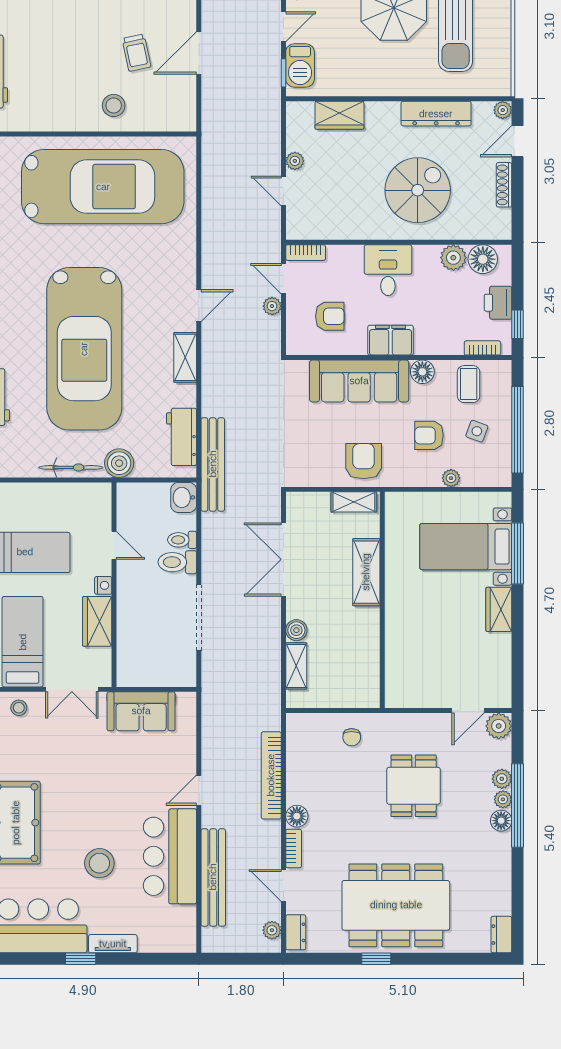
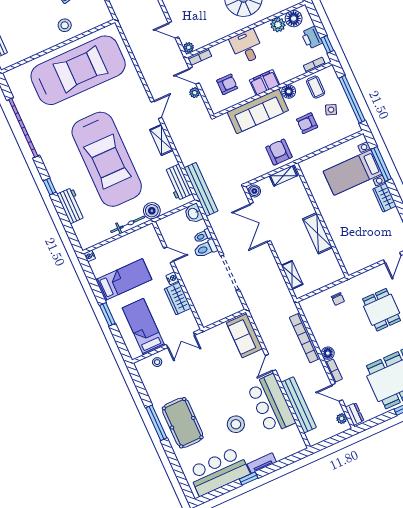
plant: (295, 161) -> (189, 47), moved
plant: (451, 478) -> (329, 140), removed
shelving: (366, 572) -> (317, 233), moved
boiler: (296, 630) -> (254, 191), moved
sofa: (141, 711) -> (245, 336), moved, turned 90

